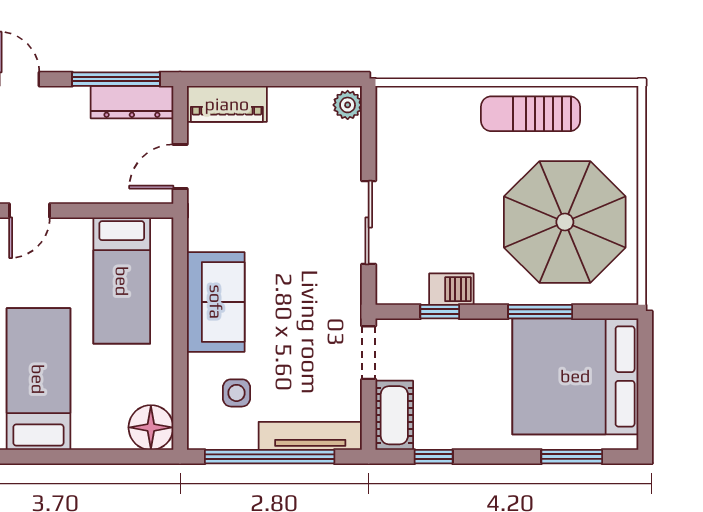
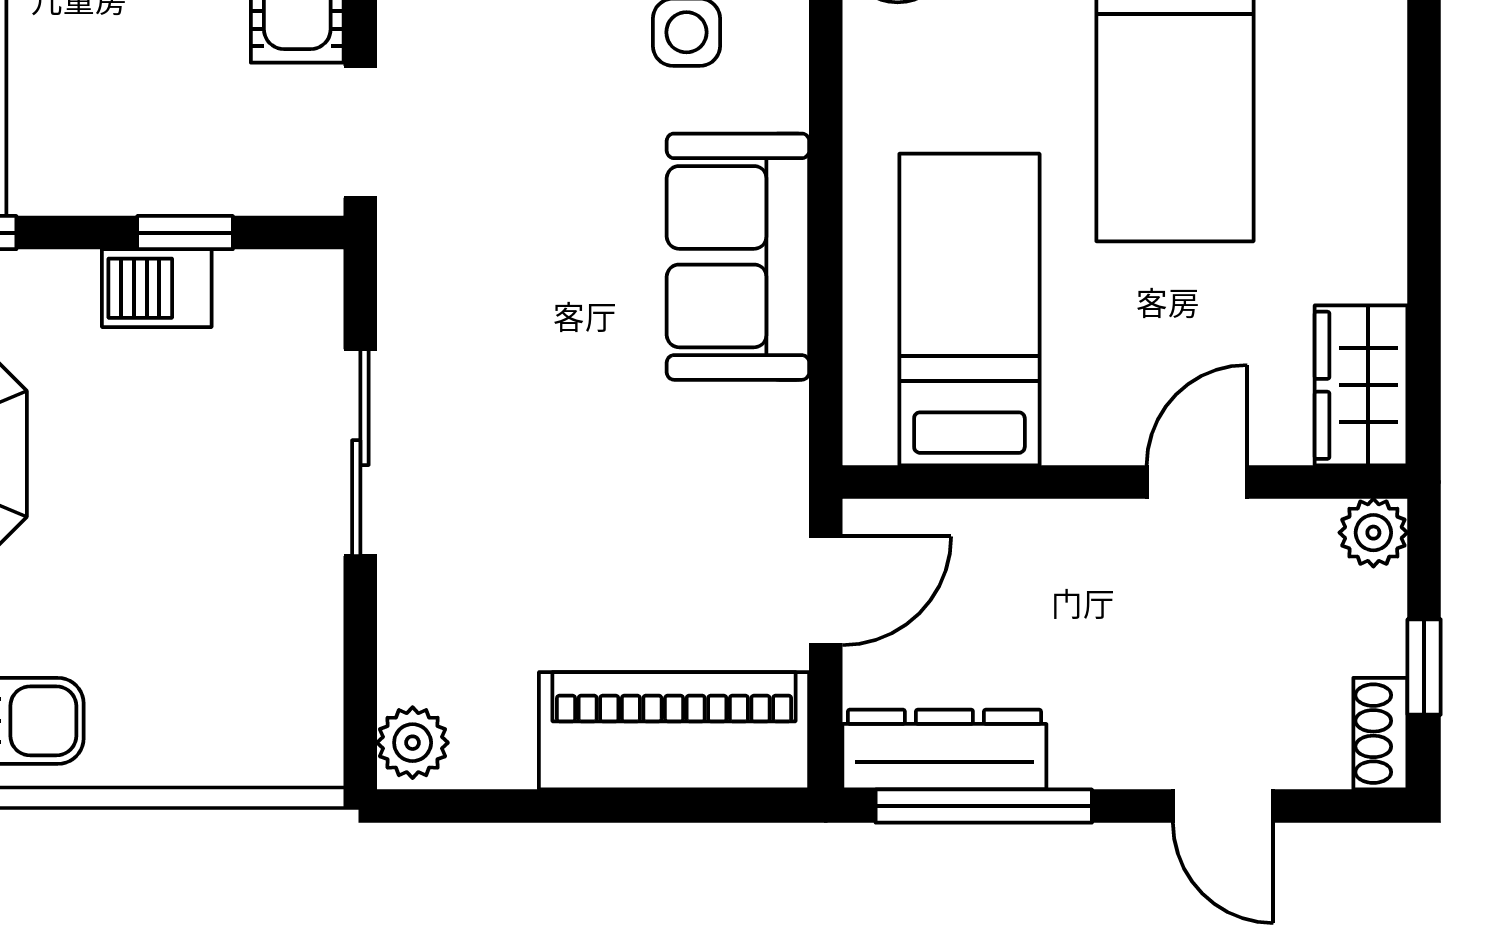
piano: (227, 104) -> (674, 731), width x1.37, depth x1.33

